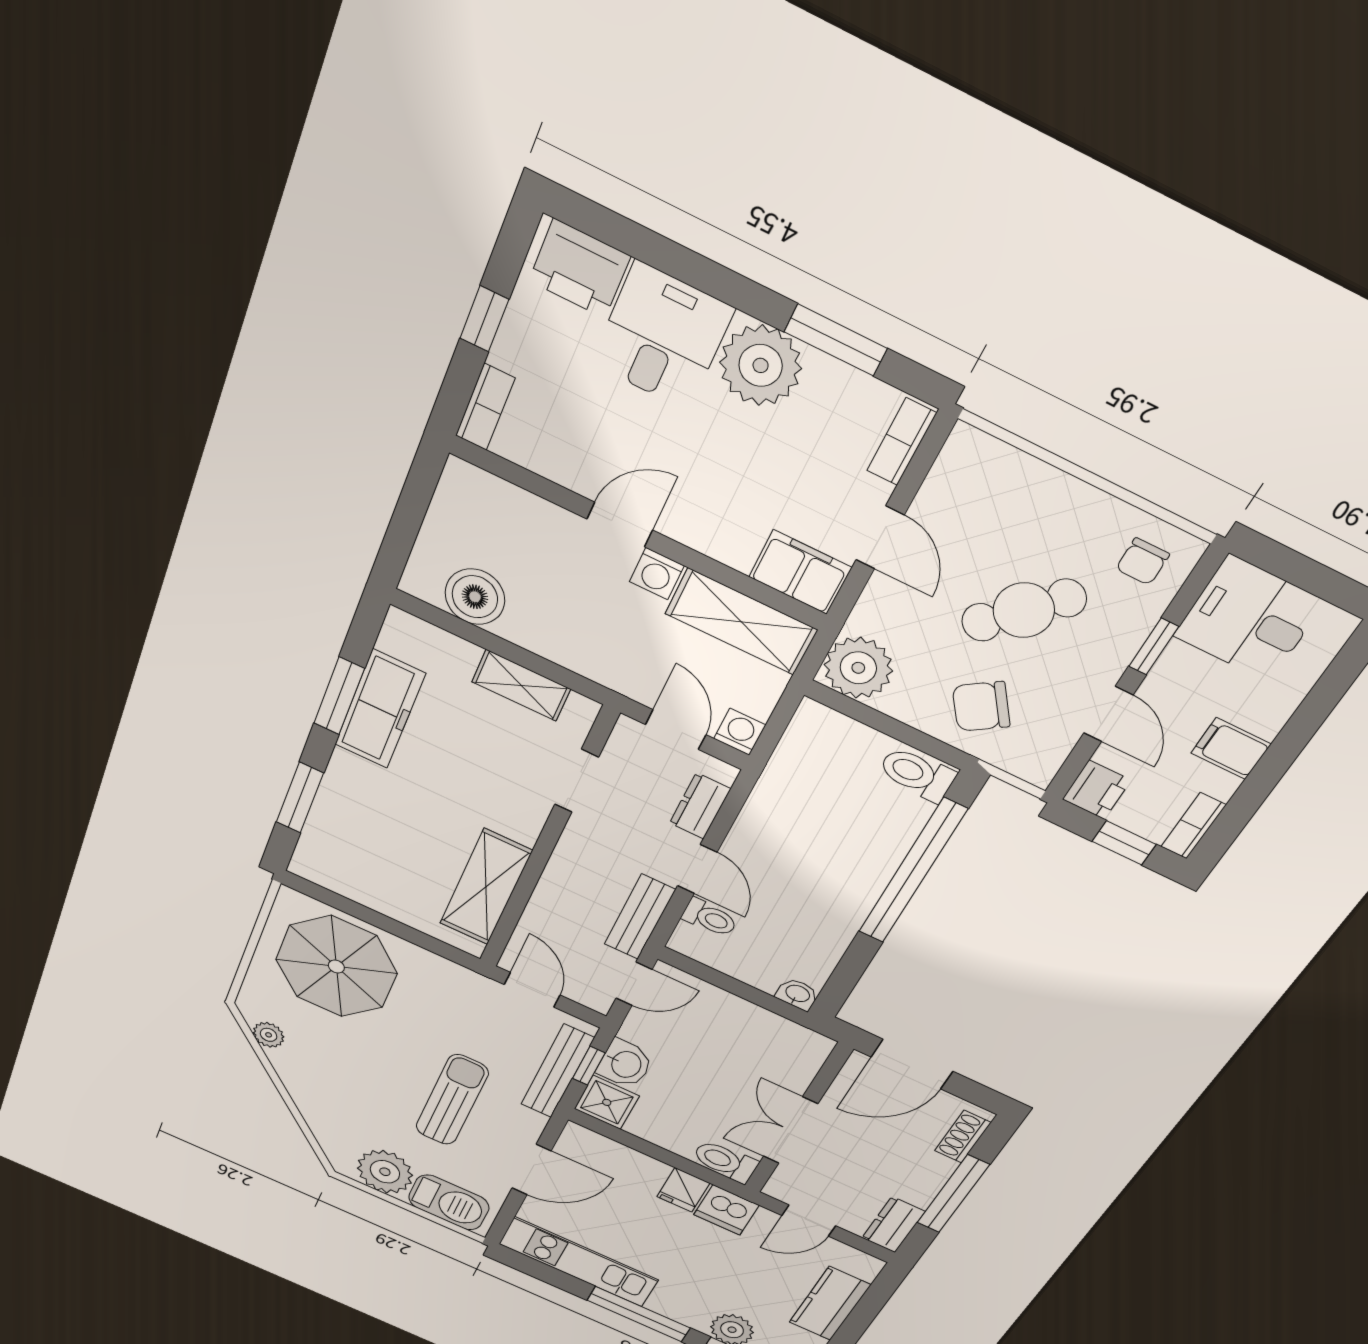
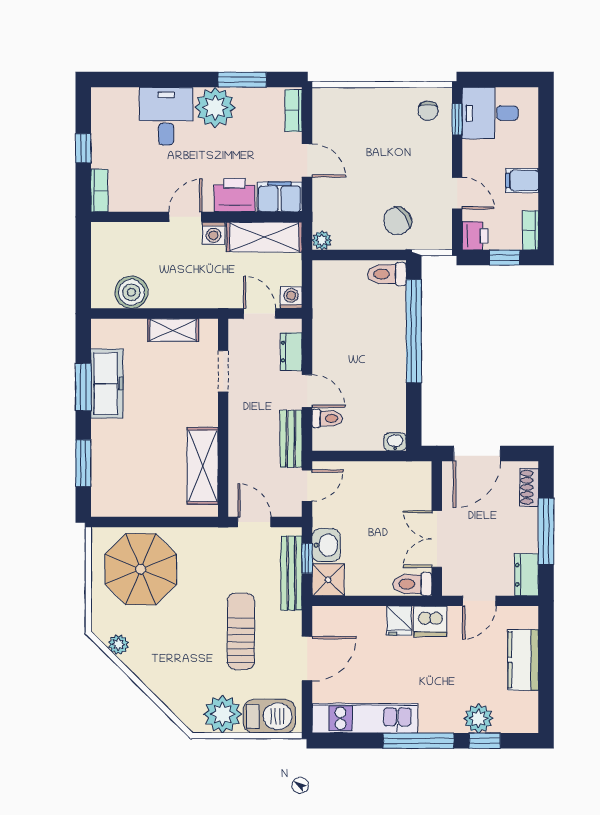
printer: (579, 269) -> (235, 195), moved, turned 180
cafe table: (1024, 610) -> (390, 162), removed
window: (1154, 646) -> (457, 119), moved
plant: (858, 668) -> (322, 240), width x0.53, depth x0.53

